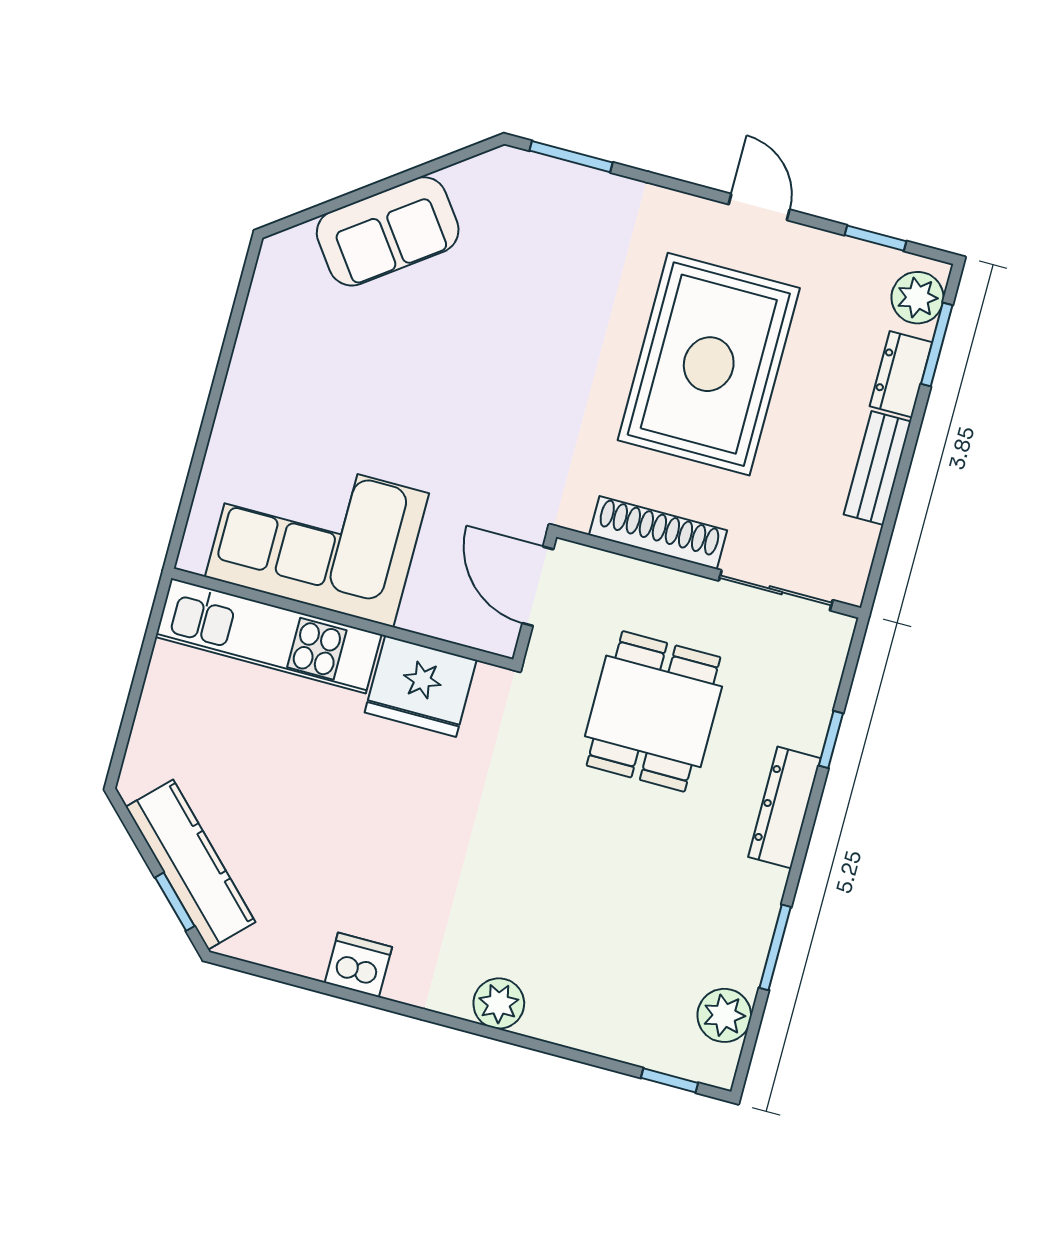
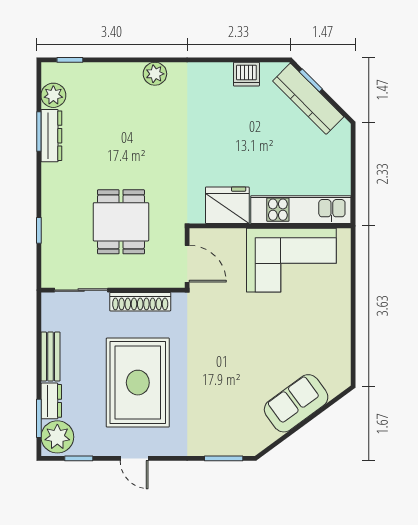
plant: (917, 298) -> (57, 437), width x1.36, depth x1.36
dresser: (784, 808) -> (51, 136), moved
dishwasher: (358, 965) -> (246, 74), moved

